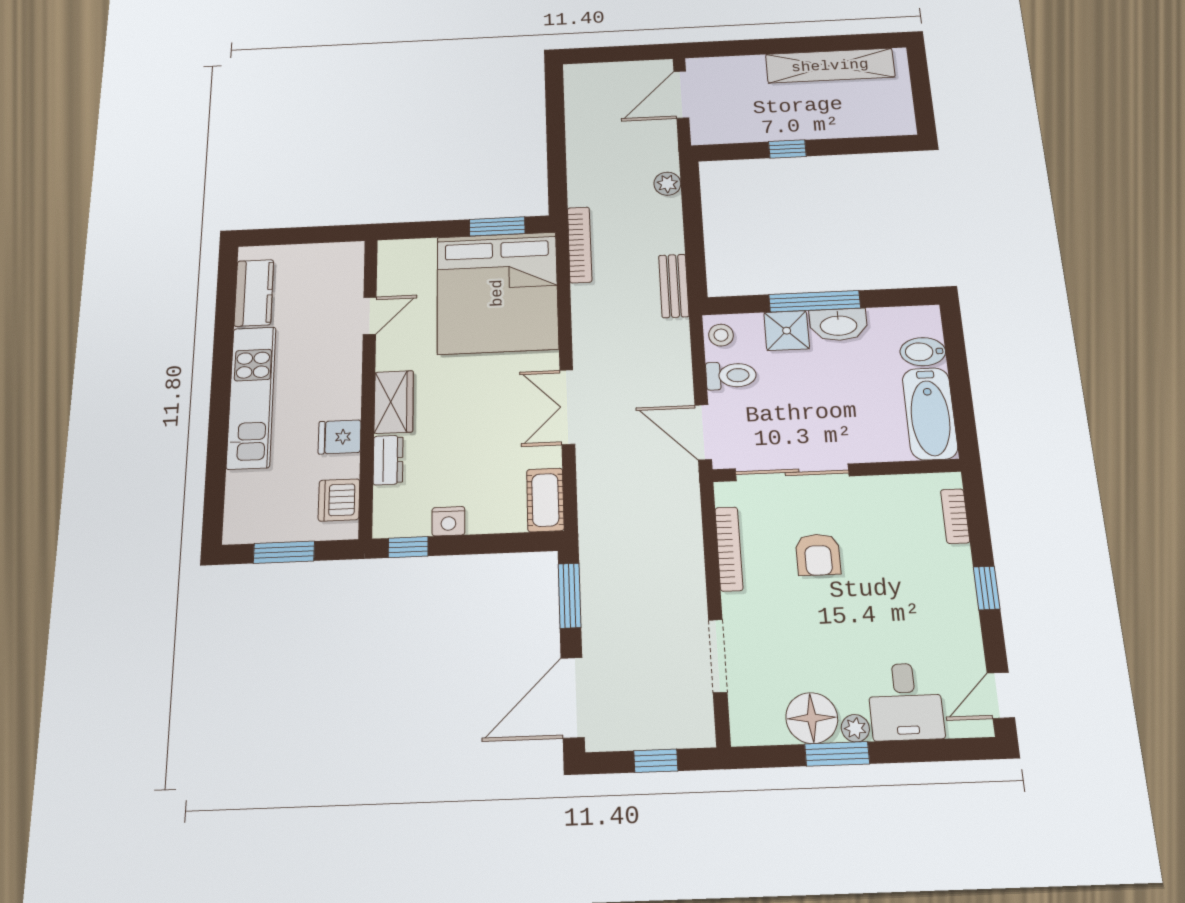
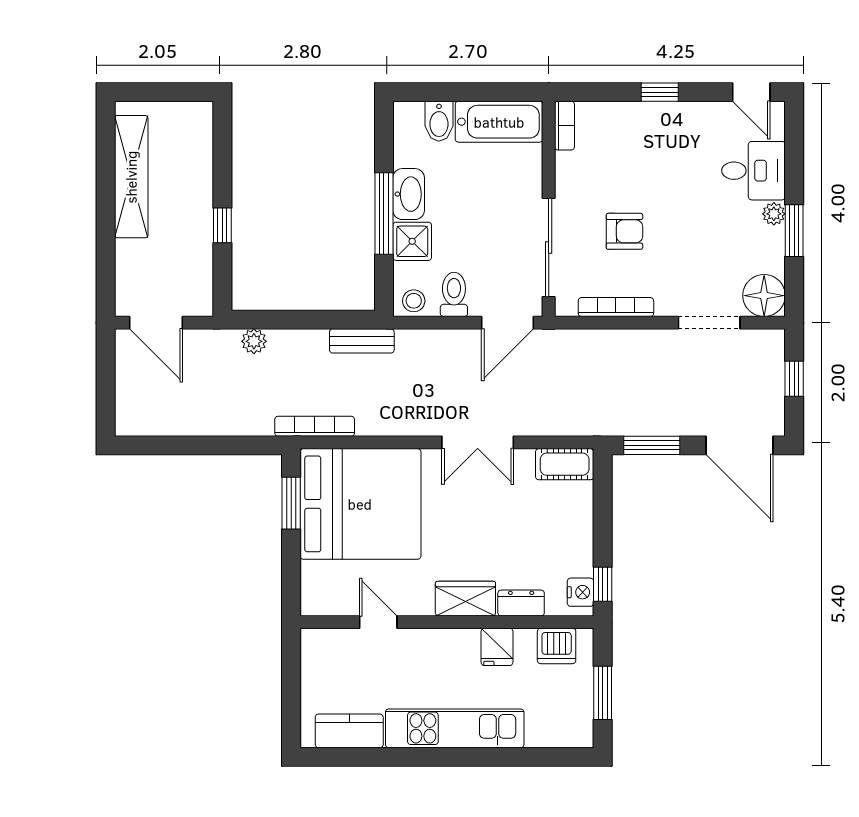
bookcase: (955, 516) -> (564, 126), moved, turned -90
nightstand: (448, 521) -> (580, 592), moved
floor lamp: (812, 718) -> (764, 296), moved

